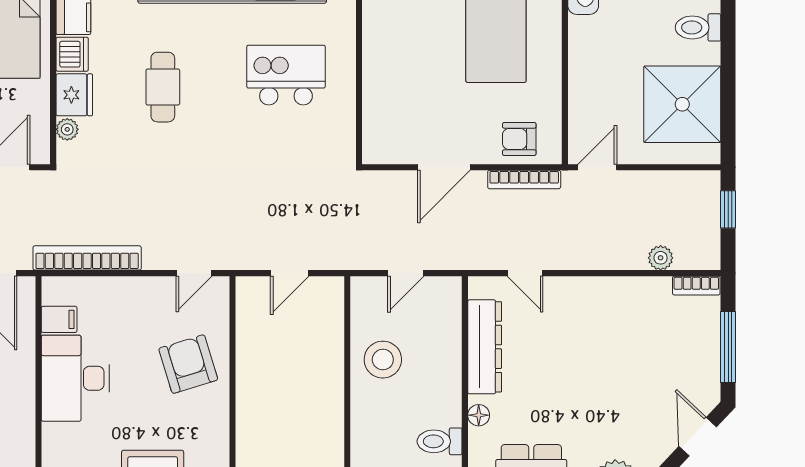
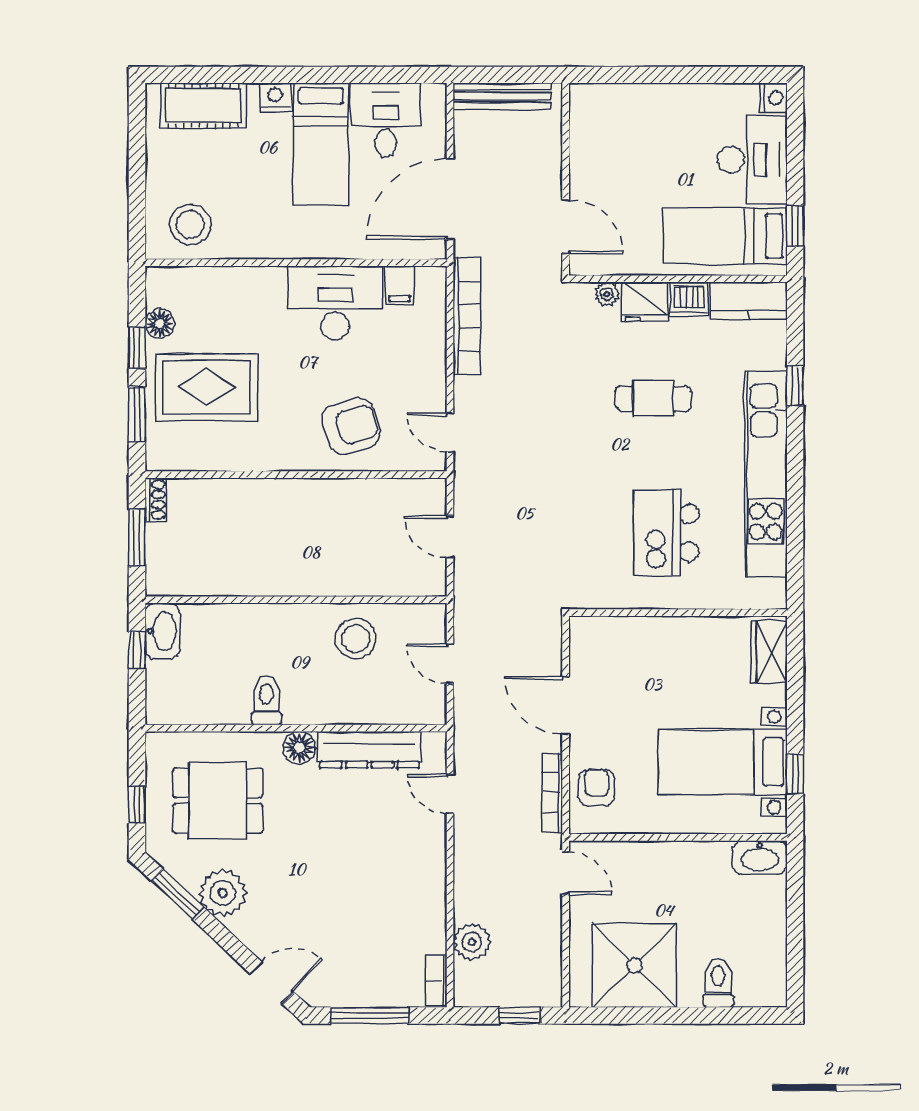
kitchen island: (286, 75) -> (666, 533), turned 180
plant: (661, 258) -> (472, 942), width x1.38, depth x1.38
door: (525, 273) -> (450, 794), hinge flipped
floor lamp: (479, 415) -> (299, 748), width x1.37, depth x1.37

